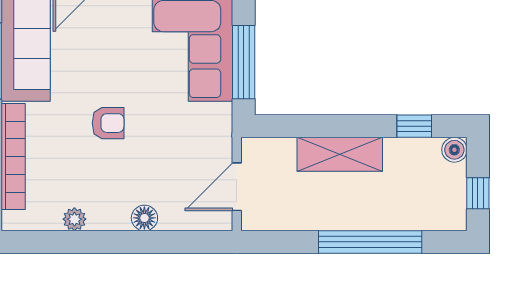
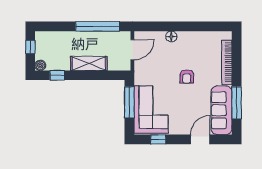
armchair: (108, 123) -> (187, 77), turned -90
plant: (74, 219) -> (201, 36), removed
window: (370, 242) -> (98, 26), moved

